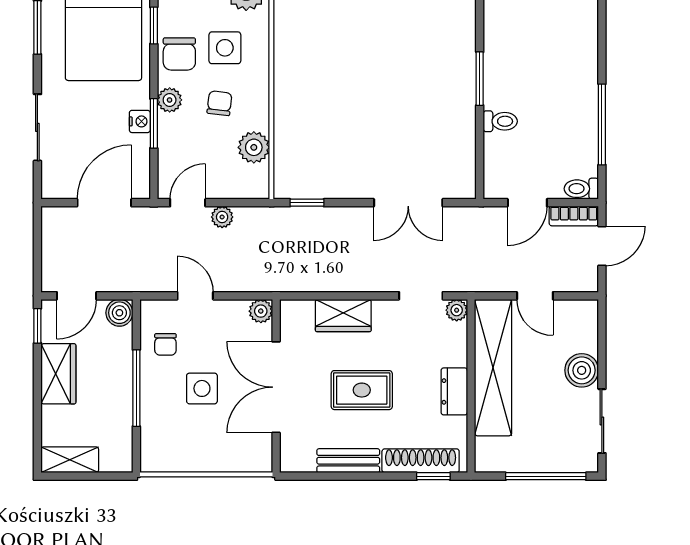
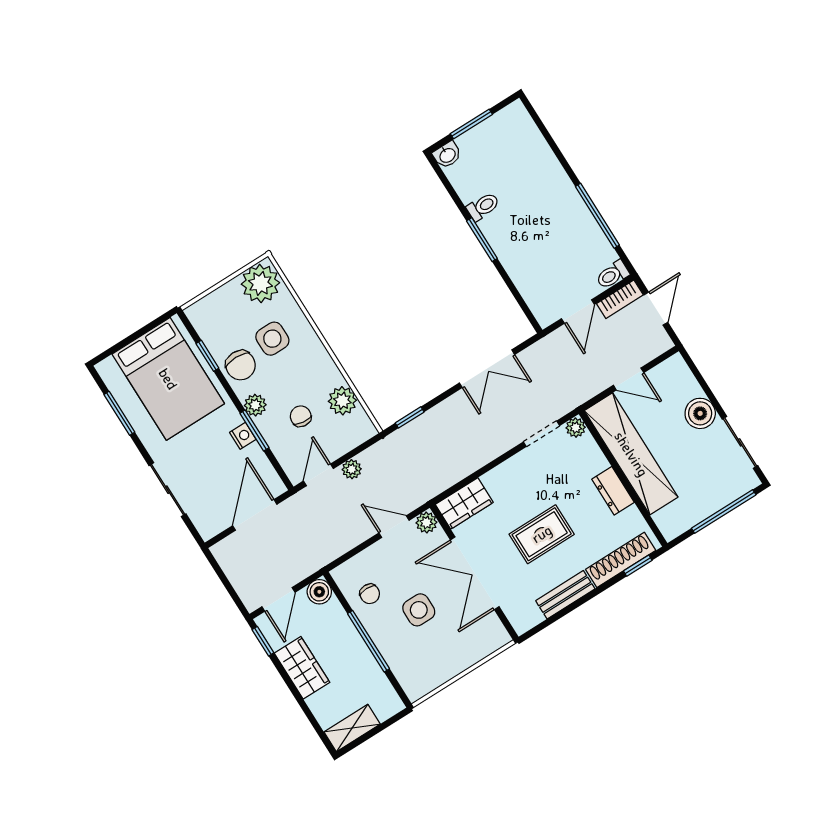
chair: (219, 103) -> (301, 416), moved
toilet: (500, 121) -> (483, 207), moved
door: (195, 296) -> (394, 527), moved
wardrobe: (343, 315) -> (464, 503), moved

